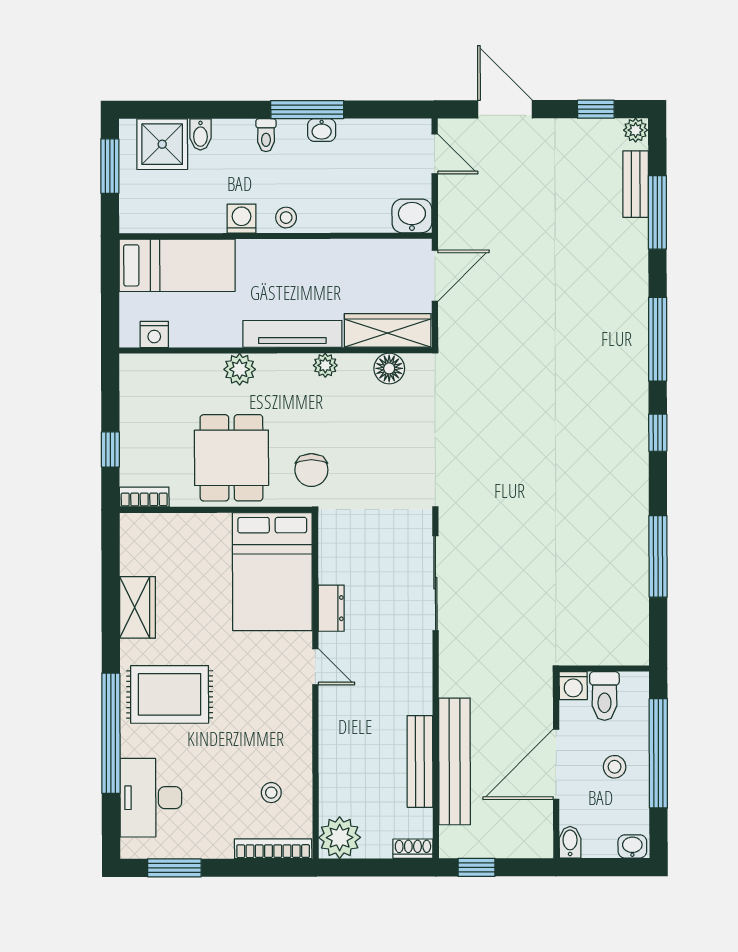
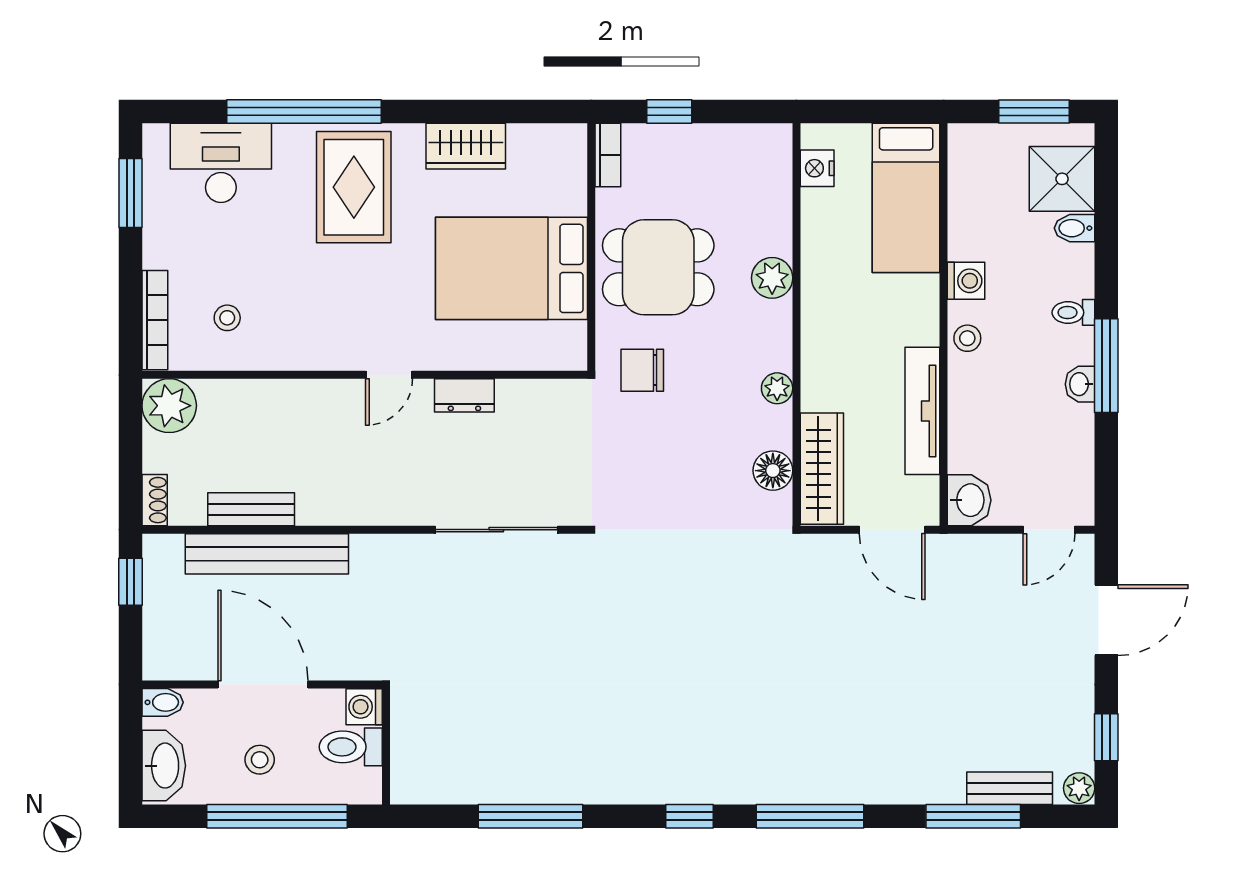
tv unit: (292, 334) -> (922, 411), moved, turned 180
bed: (272, 572) -> (511, 268), moved
bench: (420, 761) -> (251, 509), width x0.73
washbasin: (632, 846) -> (164, 766), width x1.91, depth x1.45

